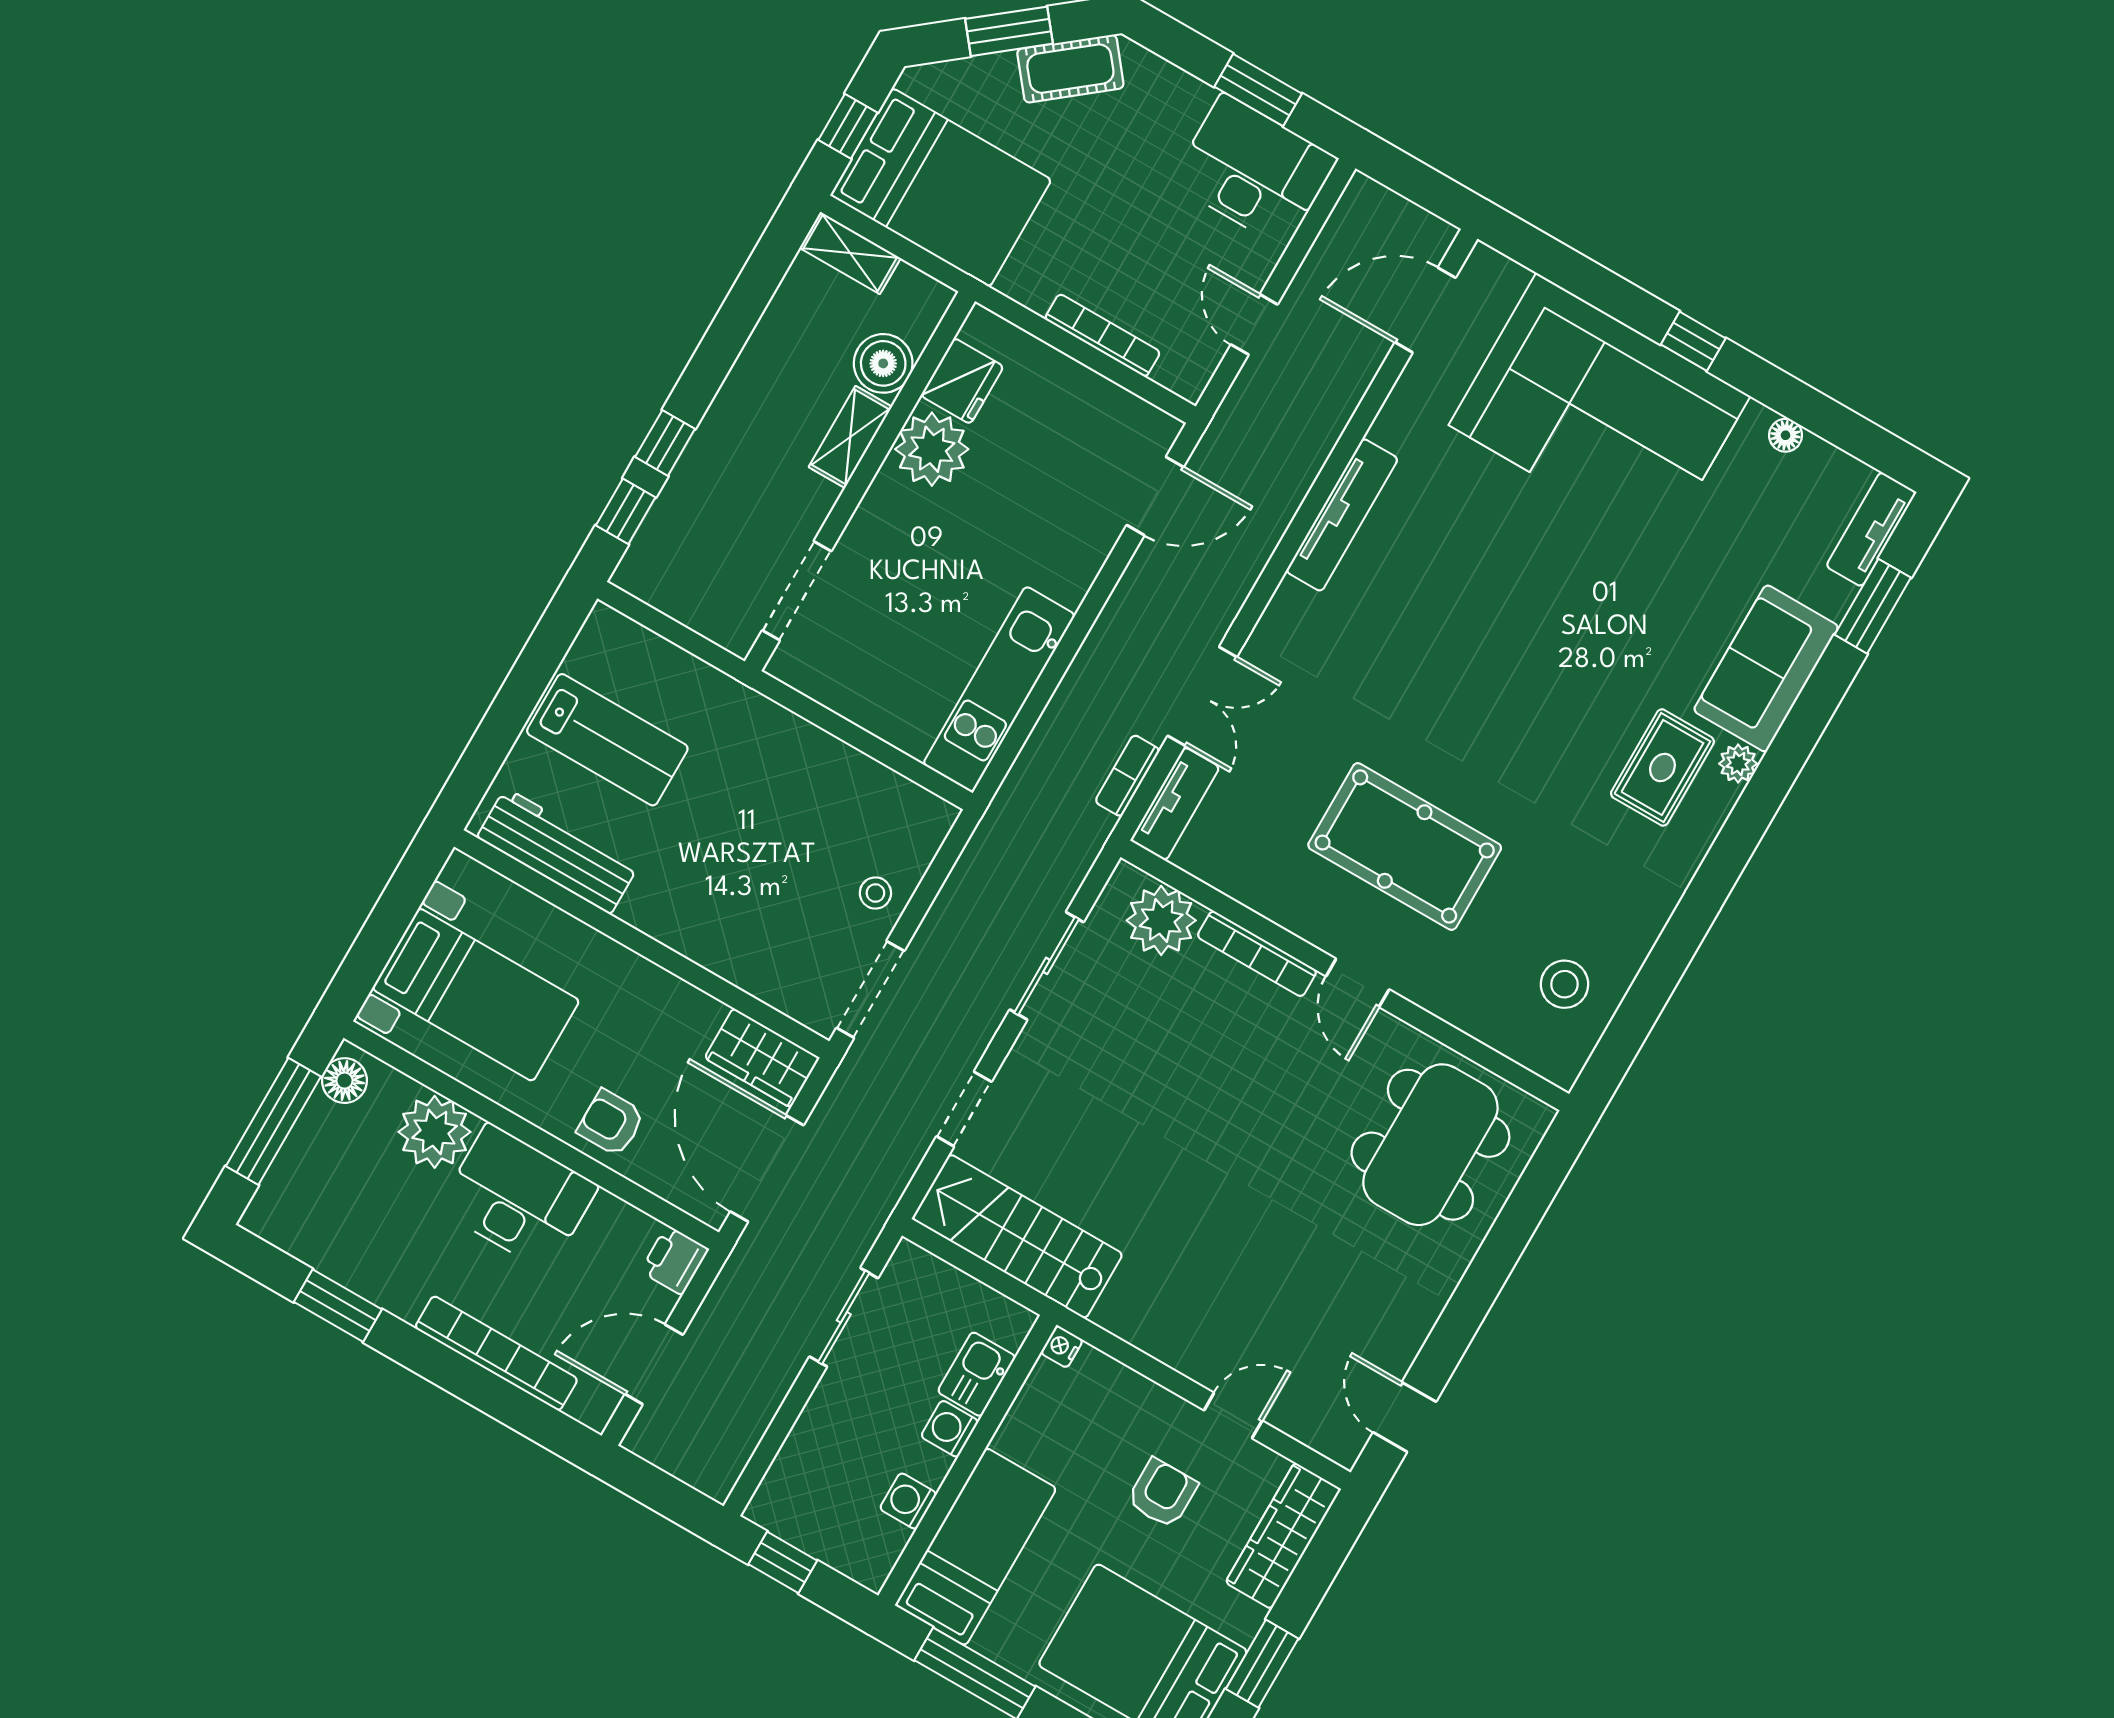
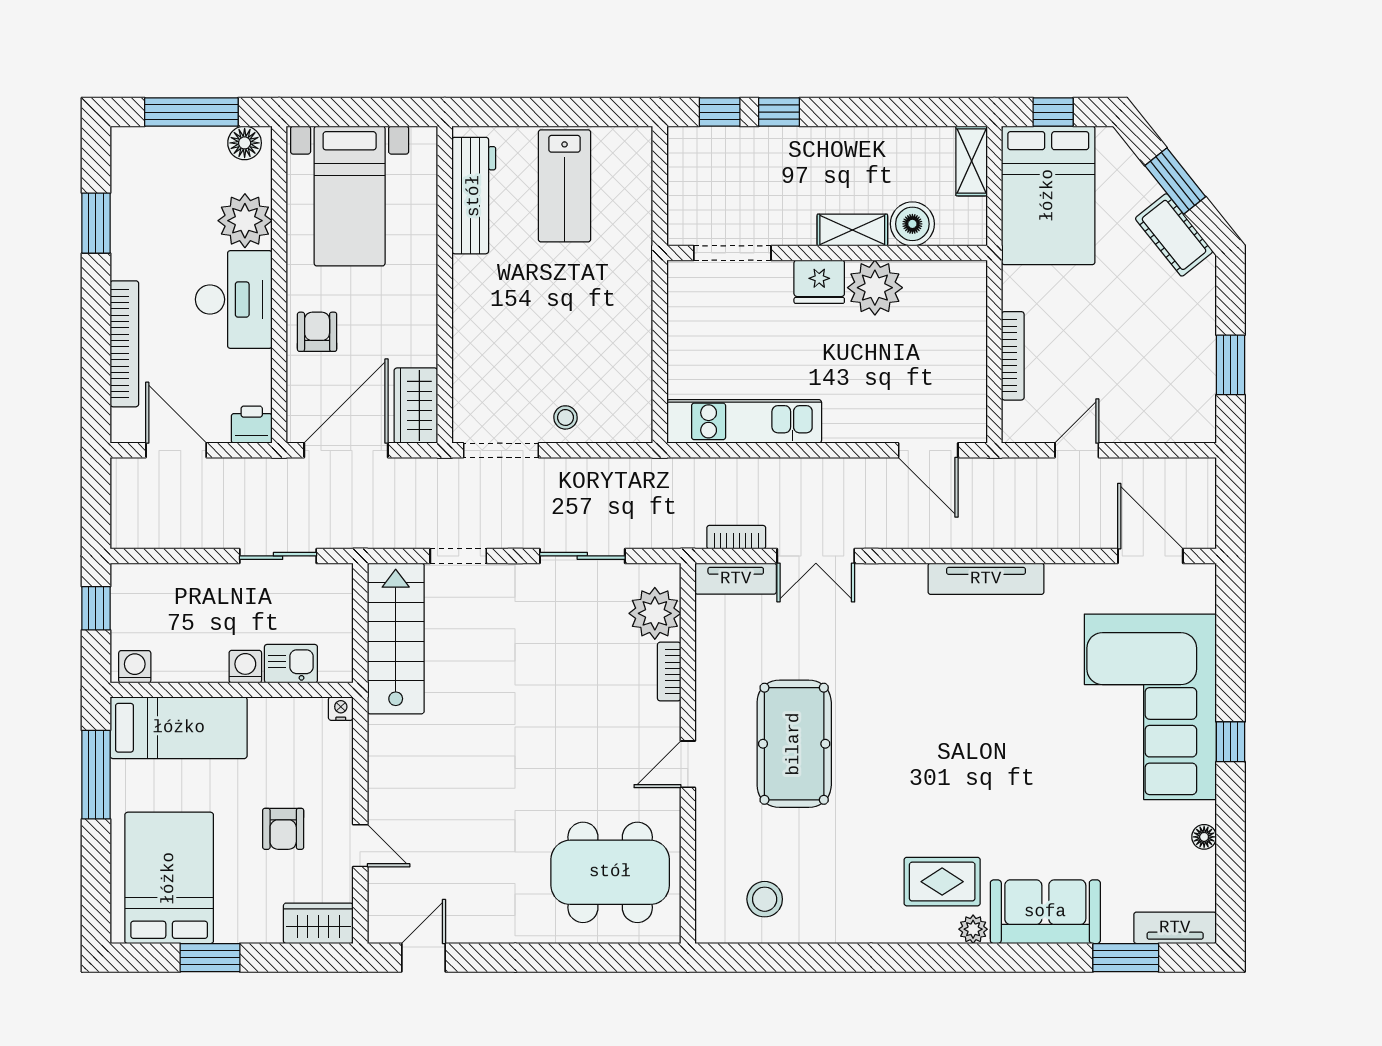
desk: (1254, 171) -> (1177, 392), removed
fridge: (962, 381) -> (819, 282), moved
bookcase: (1257, 954) -> (669, 672), width x0.64
armchair: (1162, 1493) -> (283, 829), turned 90
washing machine: (908, 1501) -> (135, 667), moved
wardrobe: (1283, 1536) -> (318, 923), width x0.67

